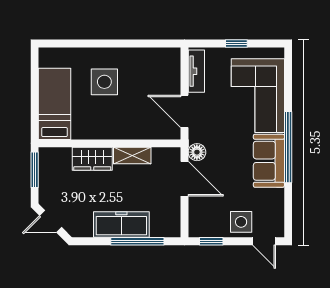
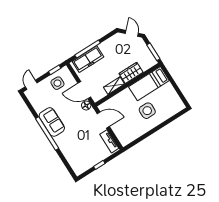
corner sofa: (258, 96) -> (75, 148), removed
bed: (55, 104) -> (149, 84), moved, turned 90
door: (51, 221) -> (132, 33), hinge flipped
side table: (241, 222) -> (57, 83), moved
freezer: (121, 225) -> (88, 59), moved
door: (264, 241) -> (31, 85), hinge flipped

